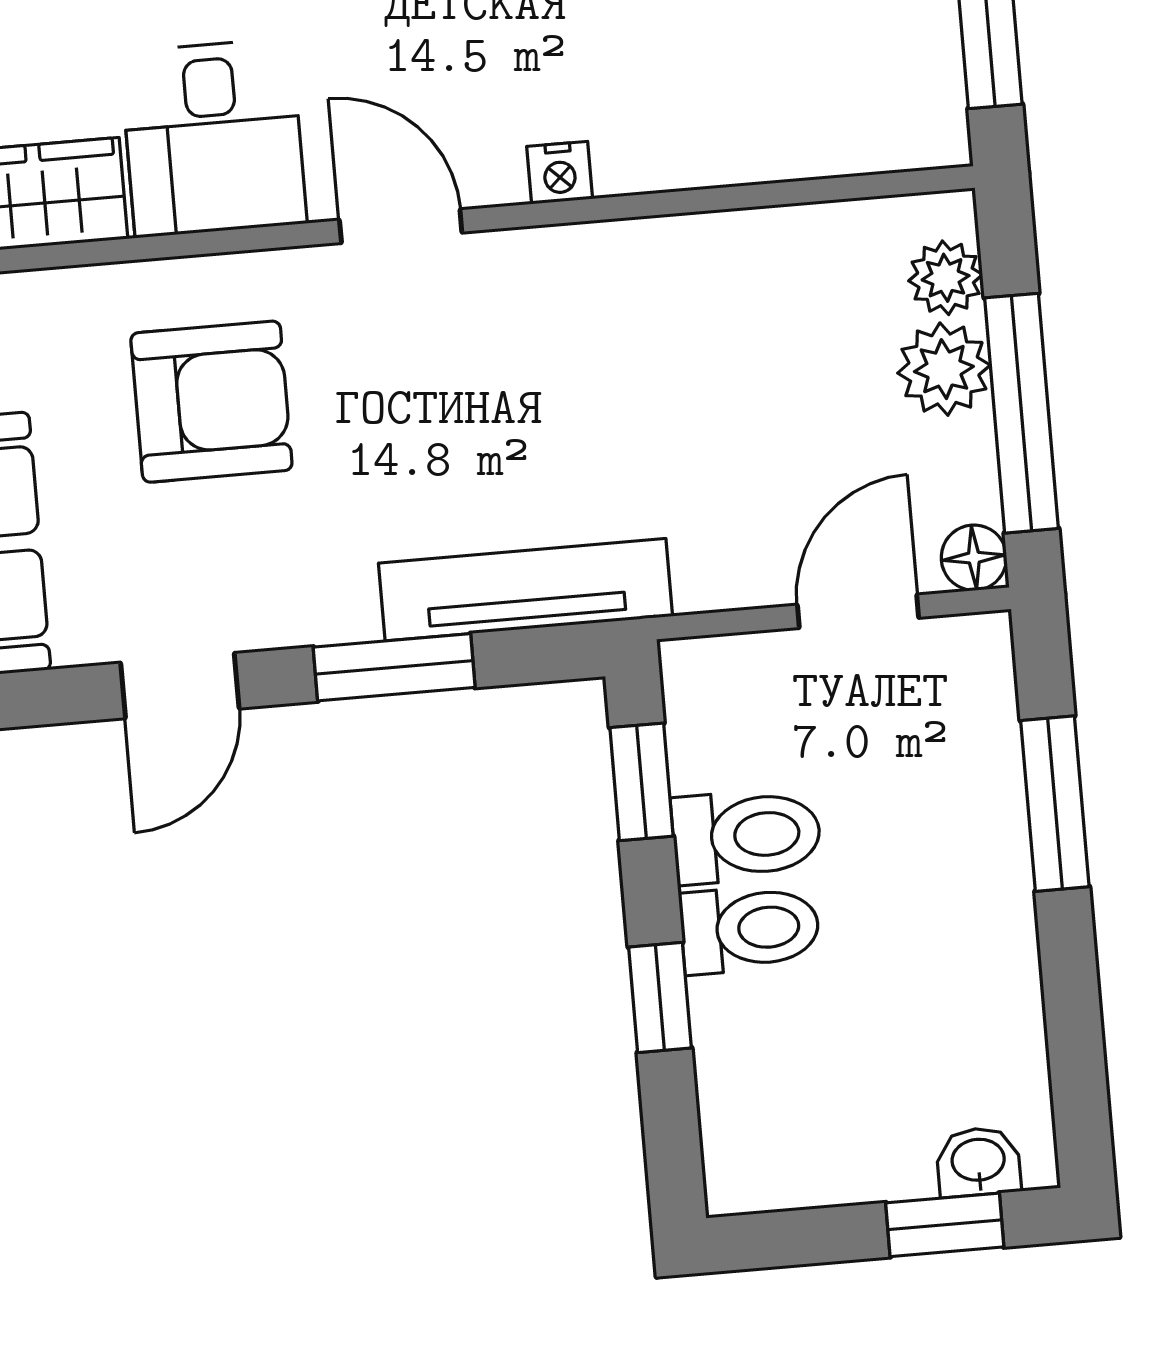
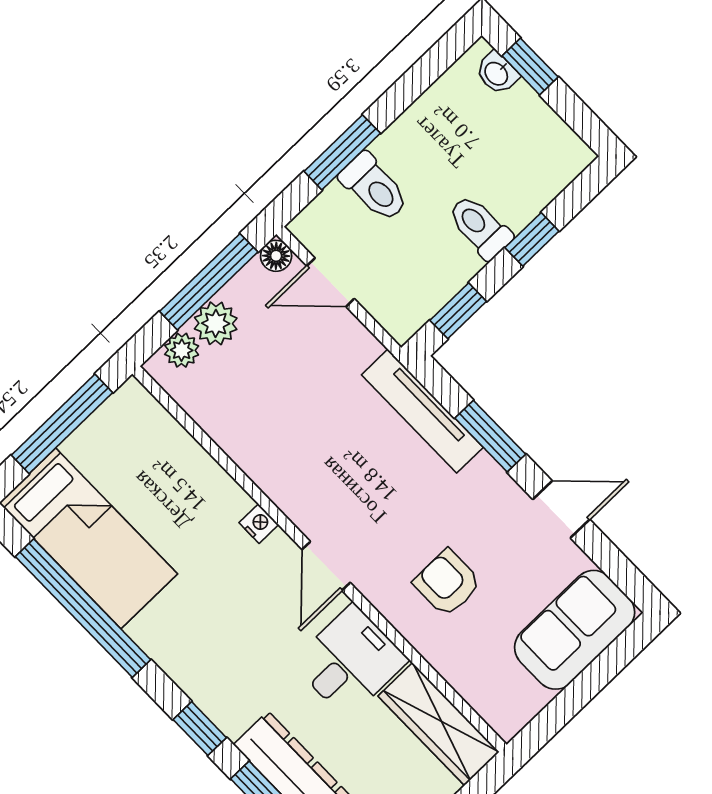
armchair: (211, 402) -> (447, 583), width x0.72, depth x0.72
toilet: (746, 836) -> (374, 187), moved, turned 180

